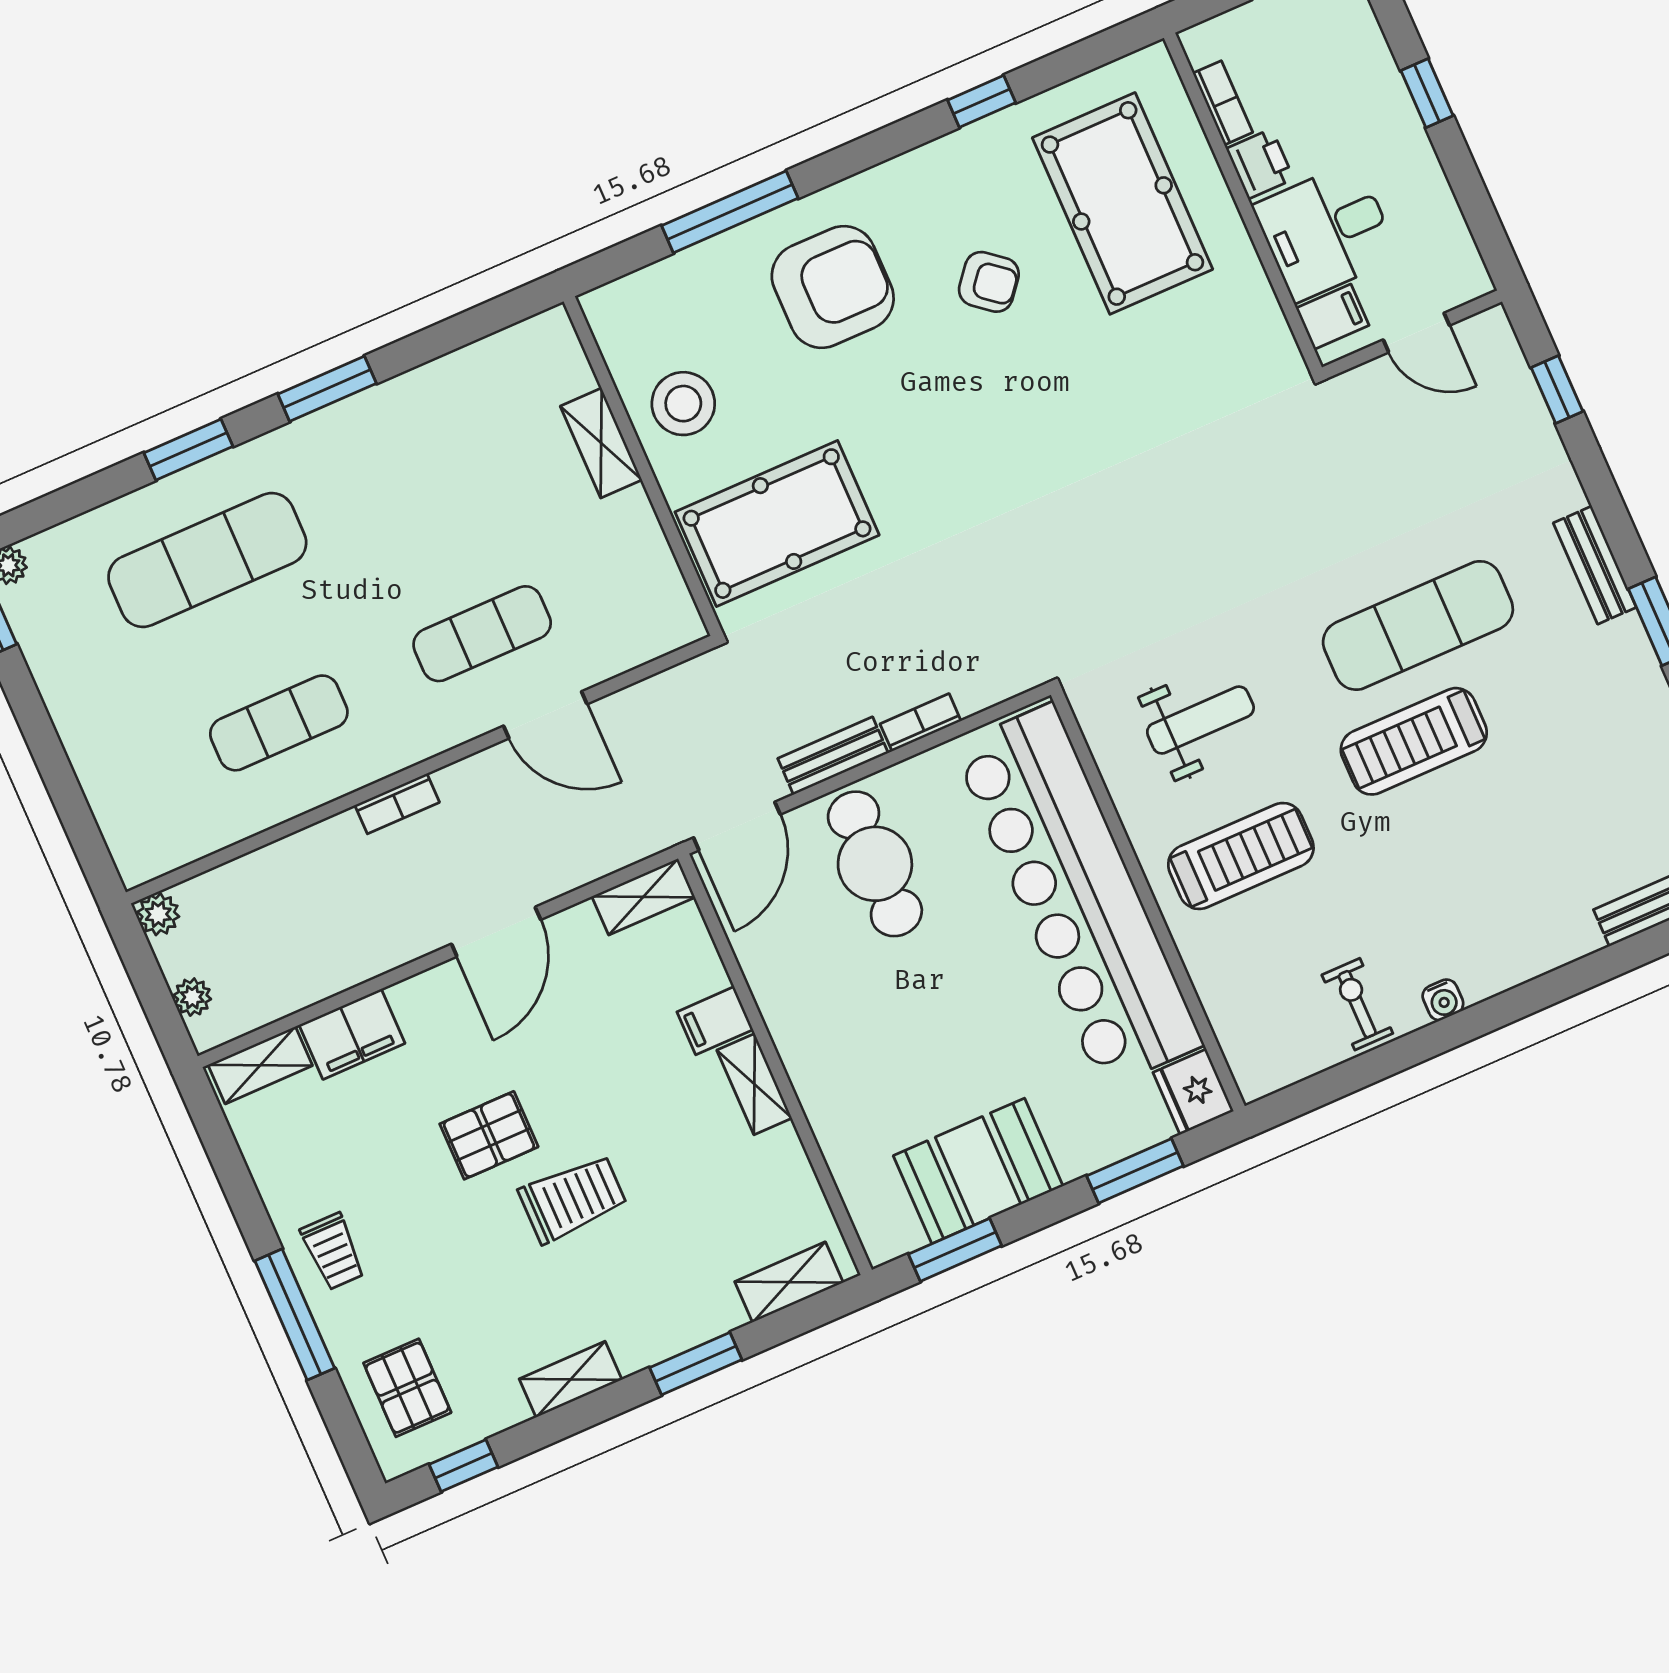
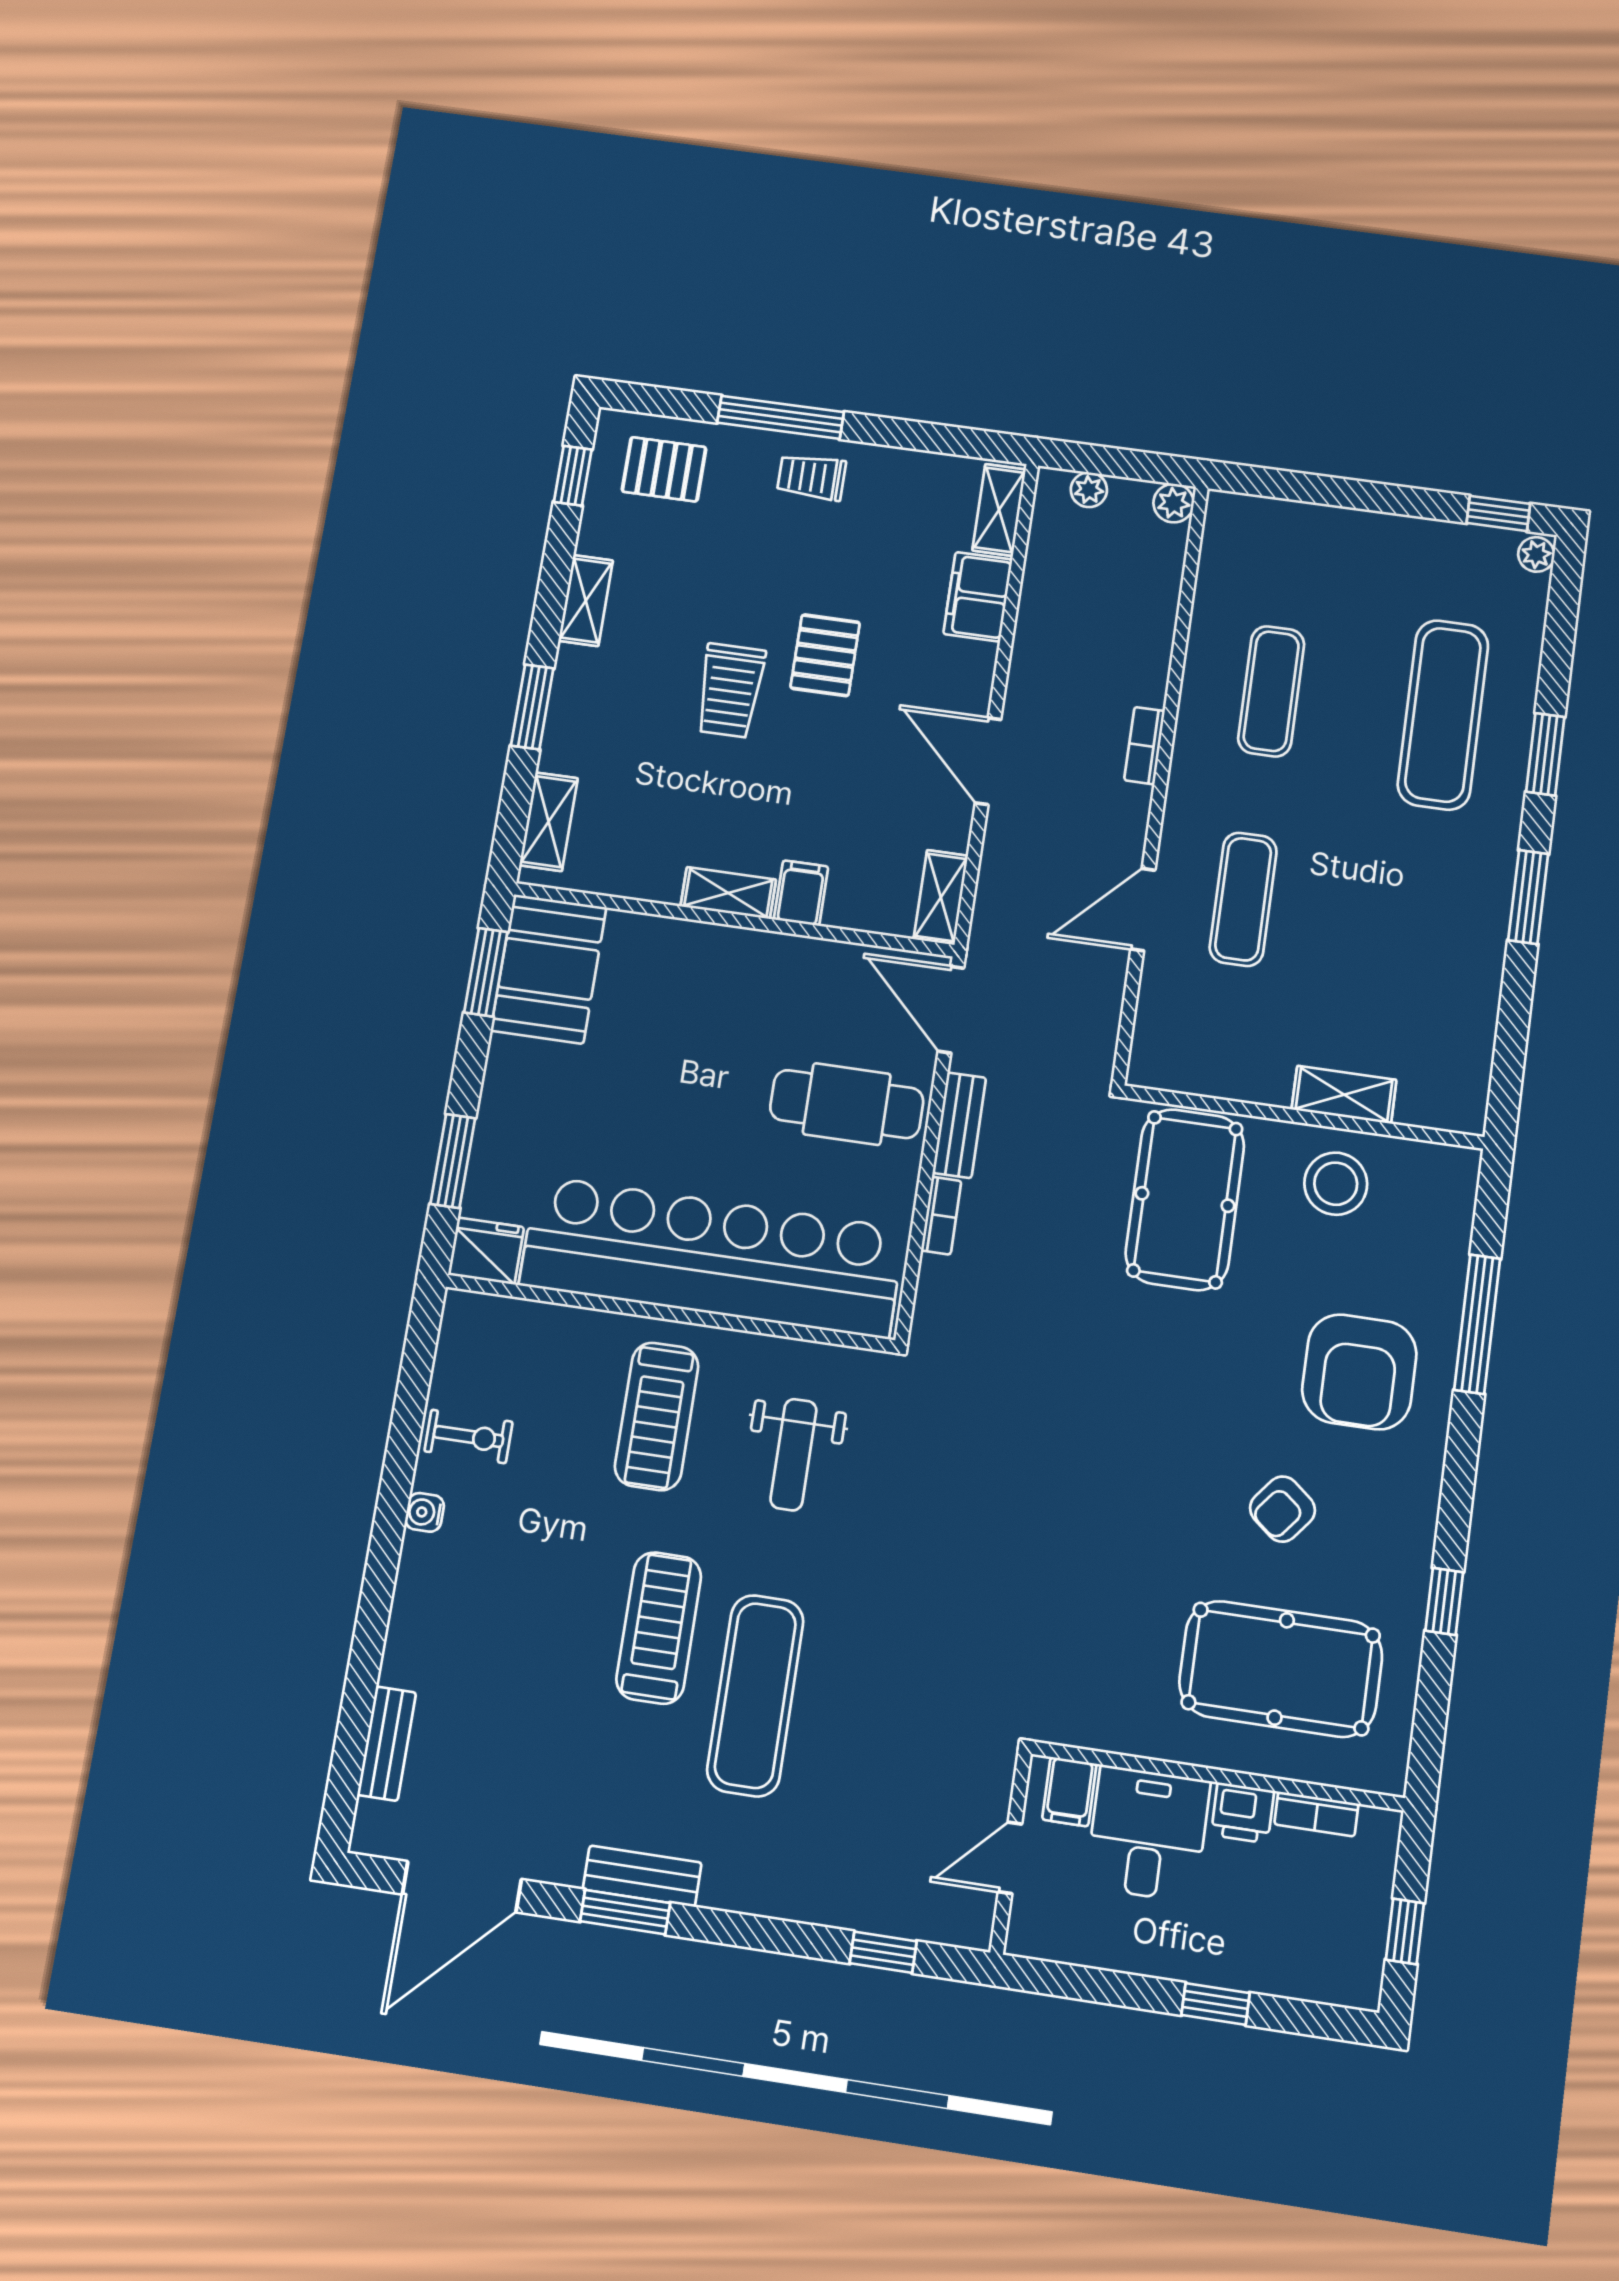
bench: (1595, 565) -> (642, 1876), moved
booth: (978, 1171) -> (549, 969), moved

